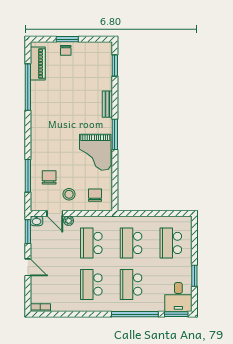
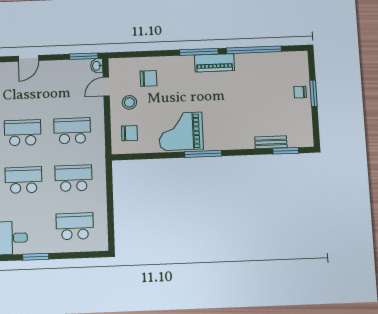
piano: (38, 64) -> (214, 63), moved
bench: (107, 104) -> (271, 142), moved
window: (28, 176) -> (199, 52), moved
plant: (69, 221) -> (98, 103), removed
door: (28, 267) -> (28, 58), moved

